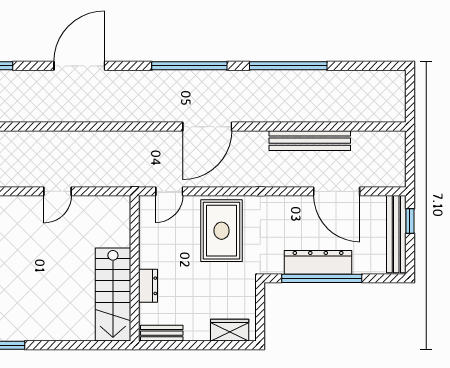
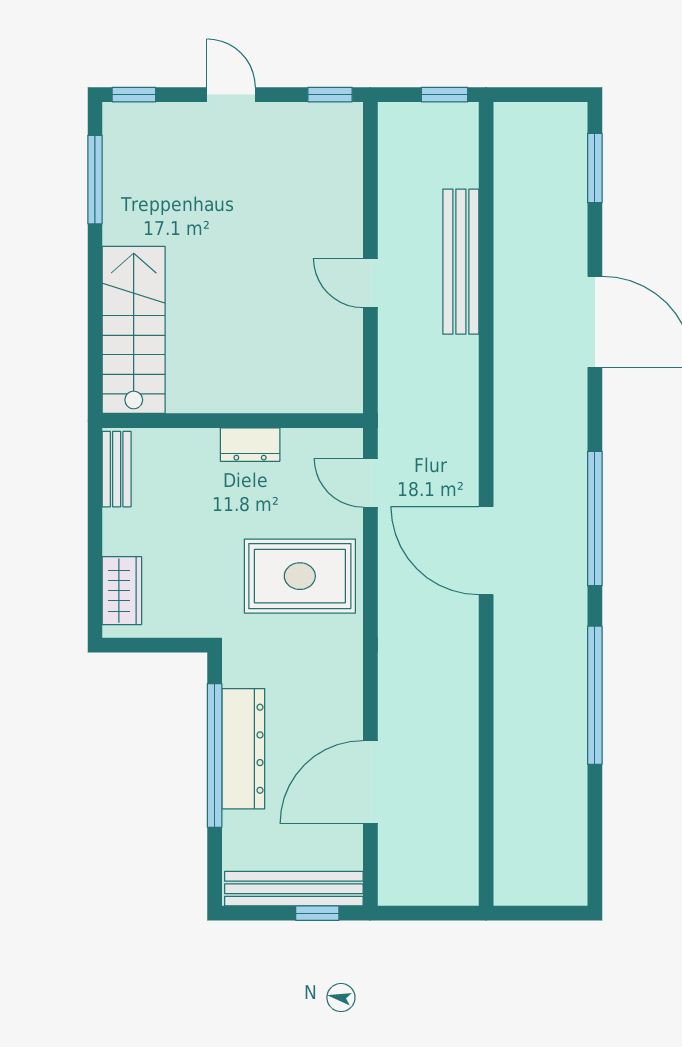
bench: (310, 141) -> (461, 262), moved
dresser: (148, 286) -> (250, 445), moved
stairs: (113, 295) -> (134, 330), moved, turned 90

